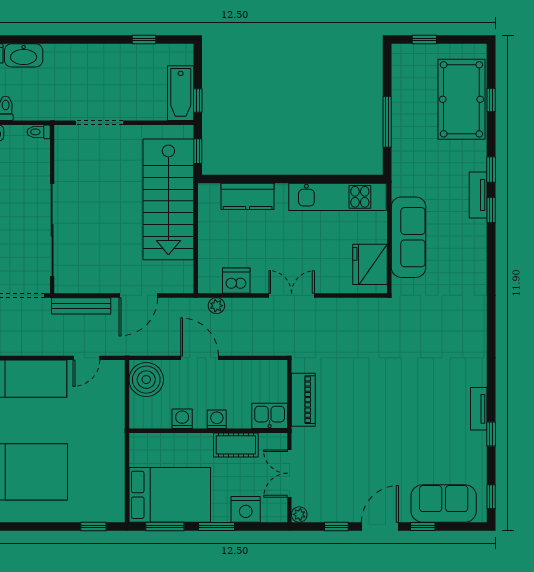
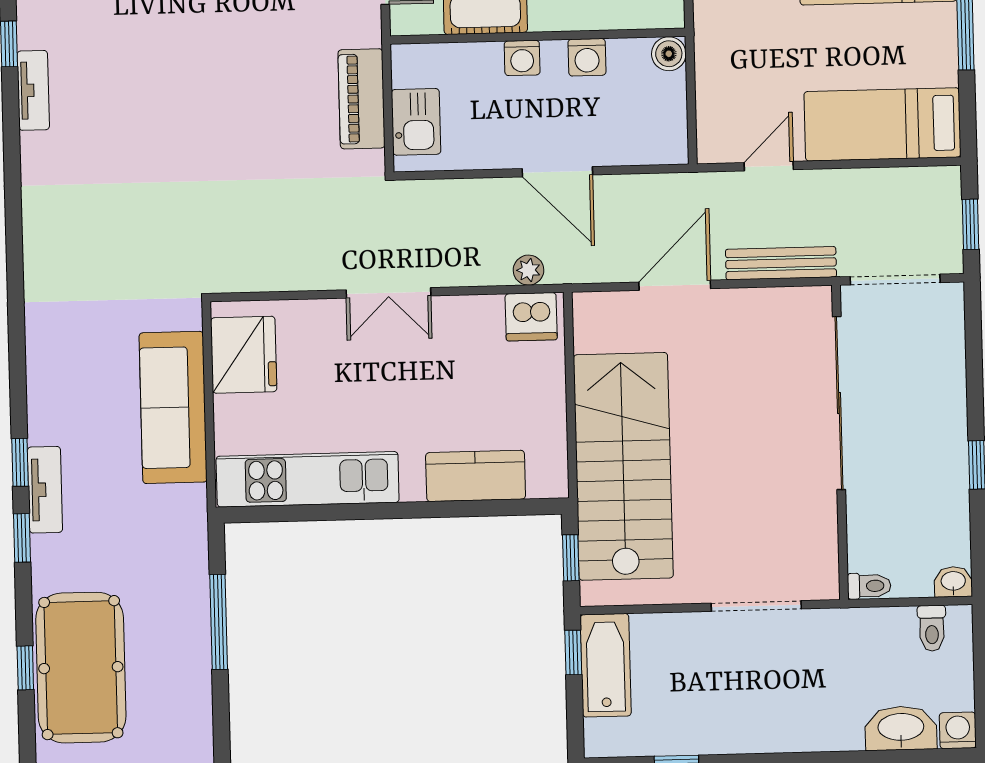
dishwasher: (236, 281) -> (531, 317), moved
boiler: (146, 380) -> (669, 54), moved, width x0.54, depth x0.54
kitchen sink: (270, 416) -> (416, 122), moved, turned -90

